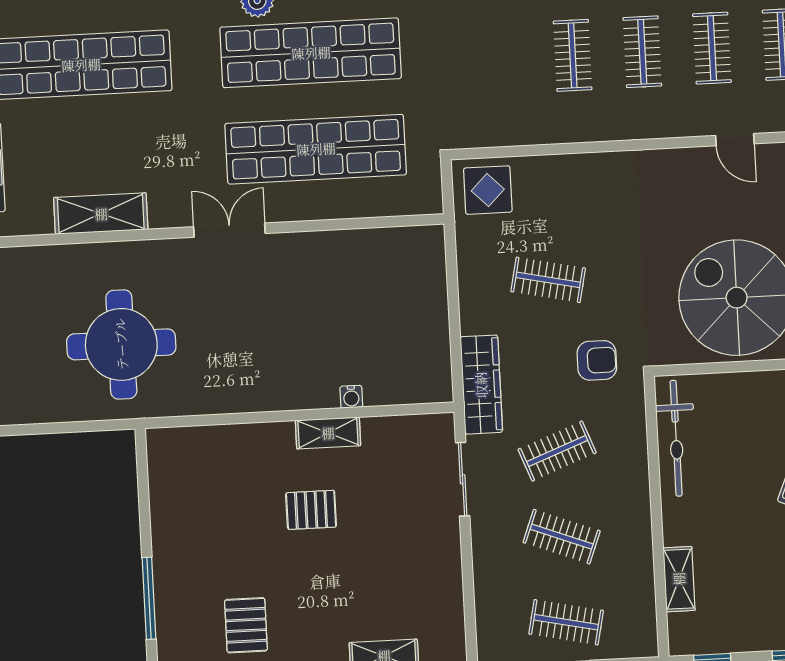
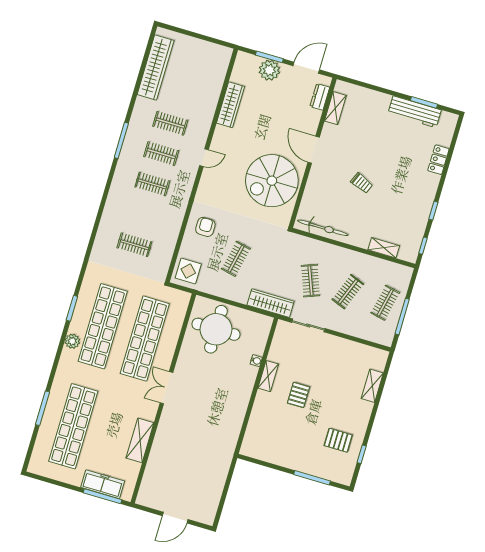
clothes rail: (573, 55) -> (134, 245), moved
round table: (121, 344) -> (216, 329), moved
armchair: (597, 360) -> (205, 227), moved

